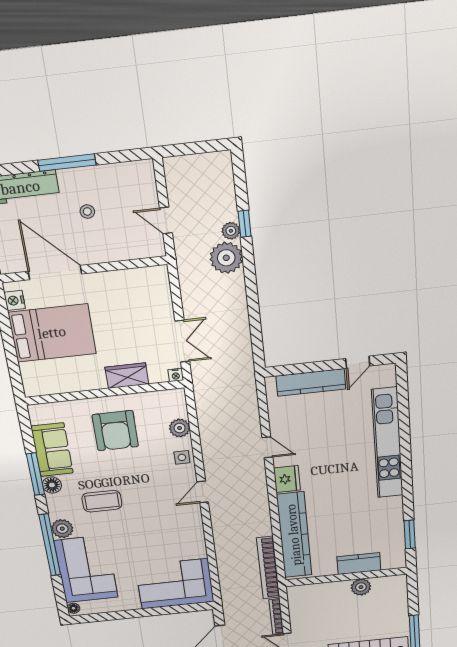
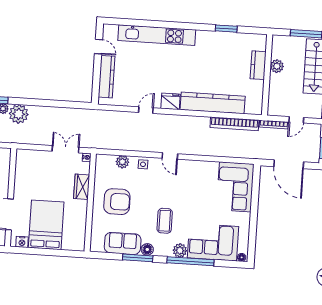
kitchen counter: (359, 564) -> (258, 65), moved
wall: (346, 577) -> (267, 75), moved
plant: (361, 587) -> (277, 66), moved

